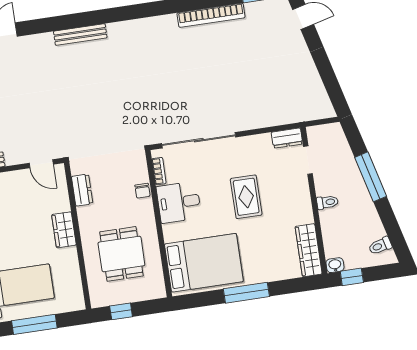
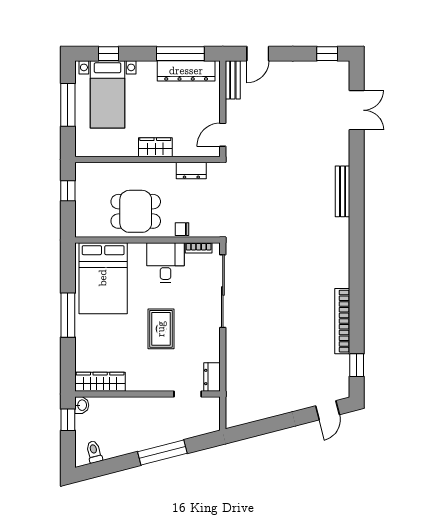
rug: (246, 197) -> (161, 329), turned 90
toilet: (327, 202) -> (144, 407), removed
dining table: (121, 254) -> (136, 211), moved

